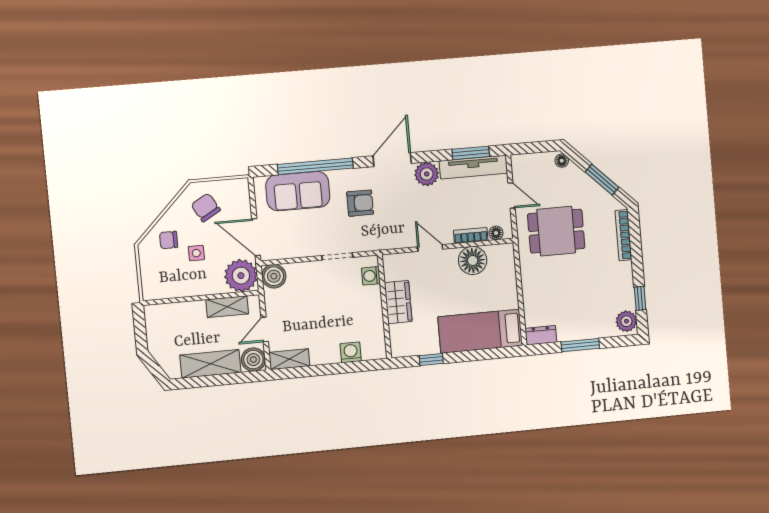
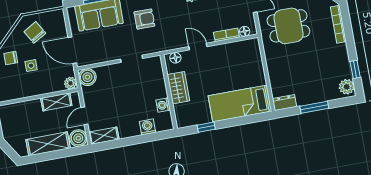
floor lamp: (473, 260) -> (175, 58), moved, width x0.53, depth x0.53
plant: (241, 276) -> (70, 83), width x0.53, depth x0.53
washing machine: (371, 276) -> (163, 105), moved

